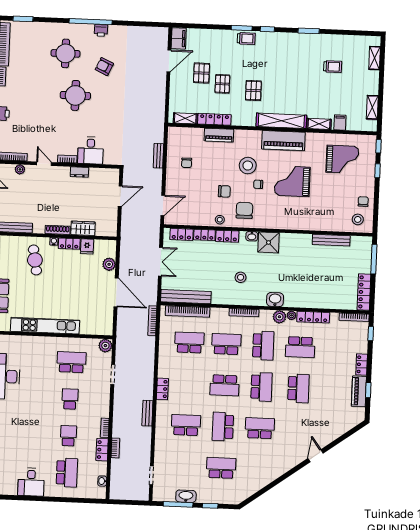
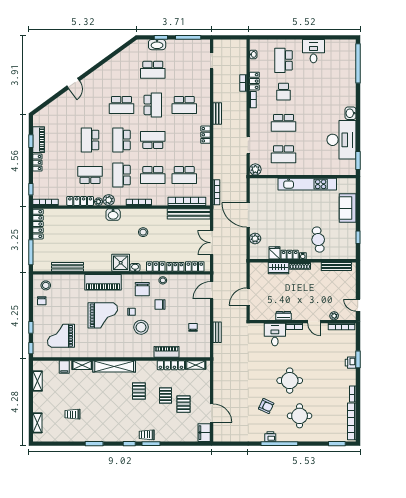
door: (169, 61) -> (212, 413), swing flipped
piano: (283, 141) -> (103, 282), moved, turned 180
school desk: (70, 399) -> (284, 123), width x1.85
washbasin: (186, 496) -> (157, 45), moved

